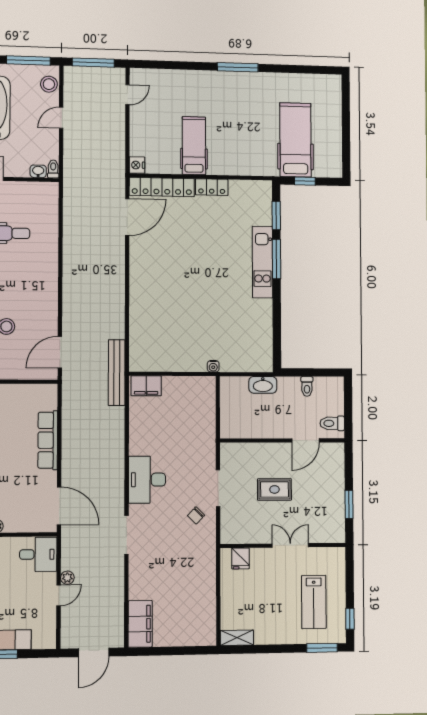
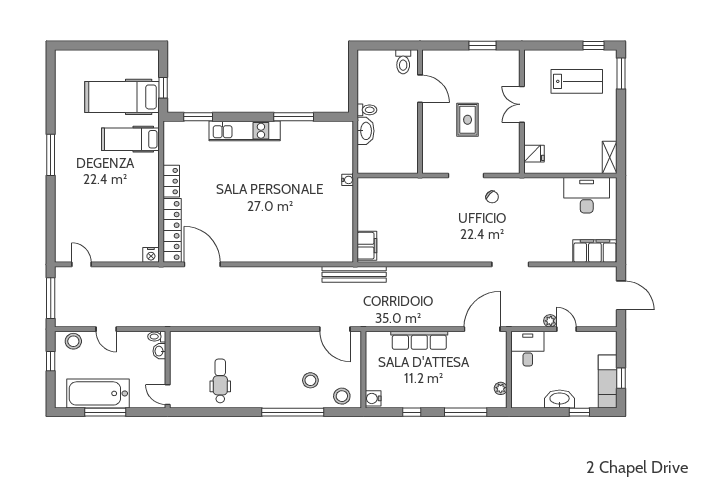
window: (28, 60) -> (51, 361), width x0.46
hospital bed: (194, 146) -> (130, 139), moved
window: (276, 259) -> (294, 117), moved
toilet: (307, 386) -> (367, 110), moved
desk: (147, 480) -> (587, 195), moved, turned 180

